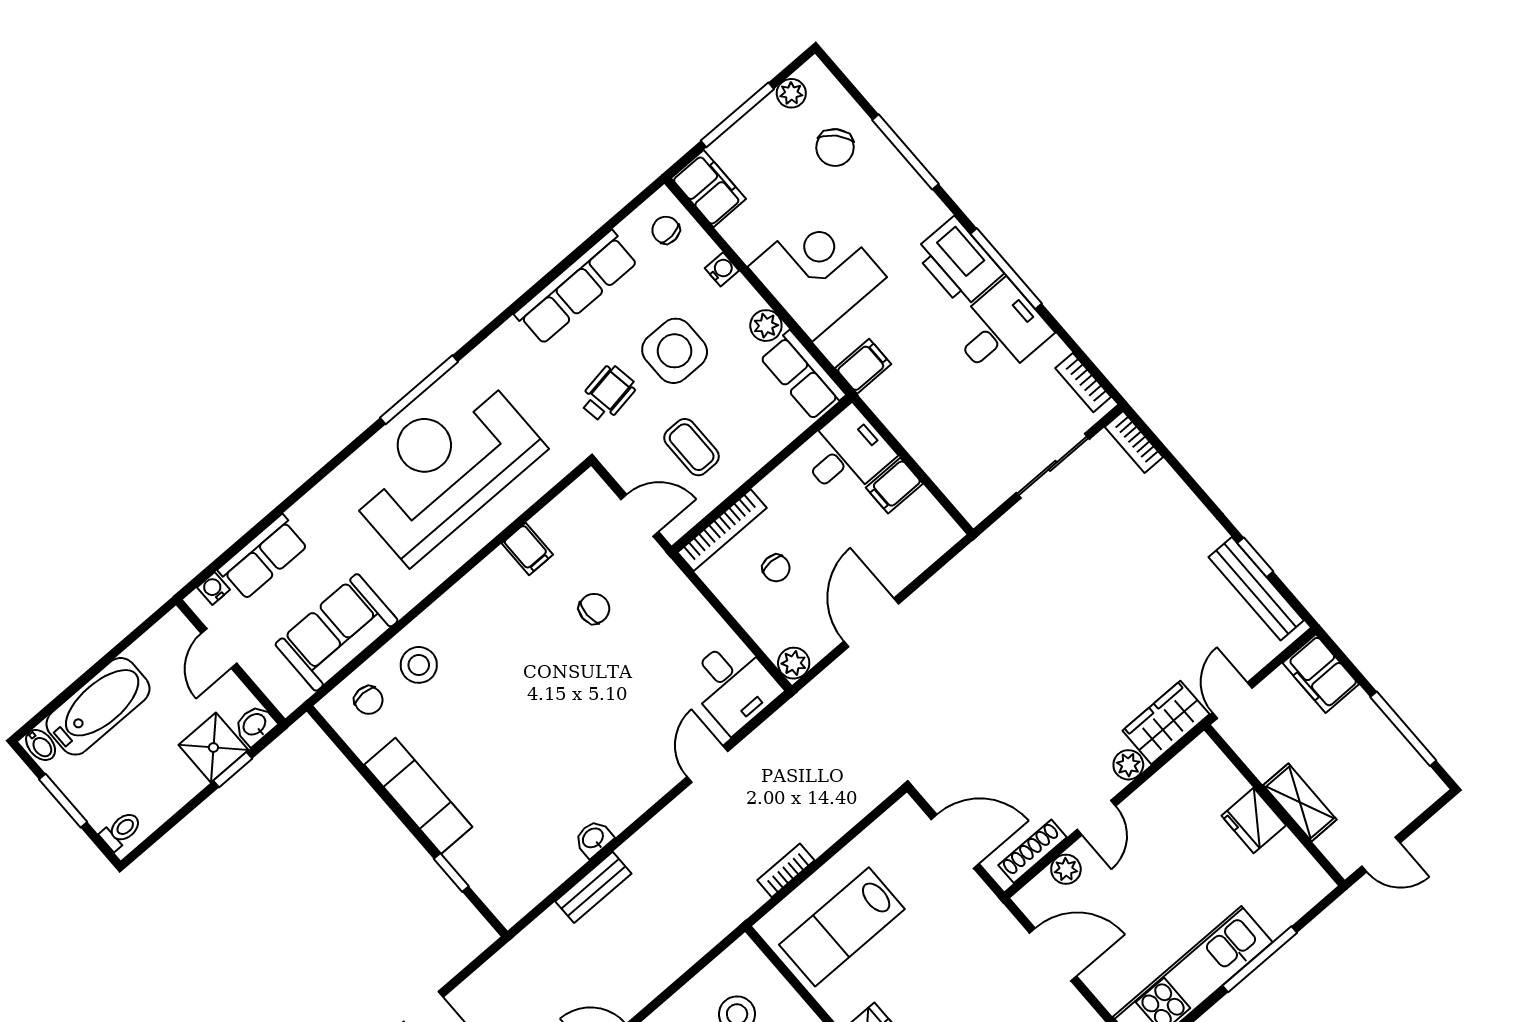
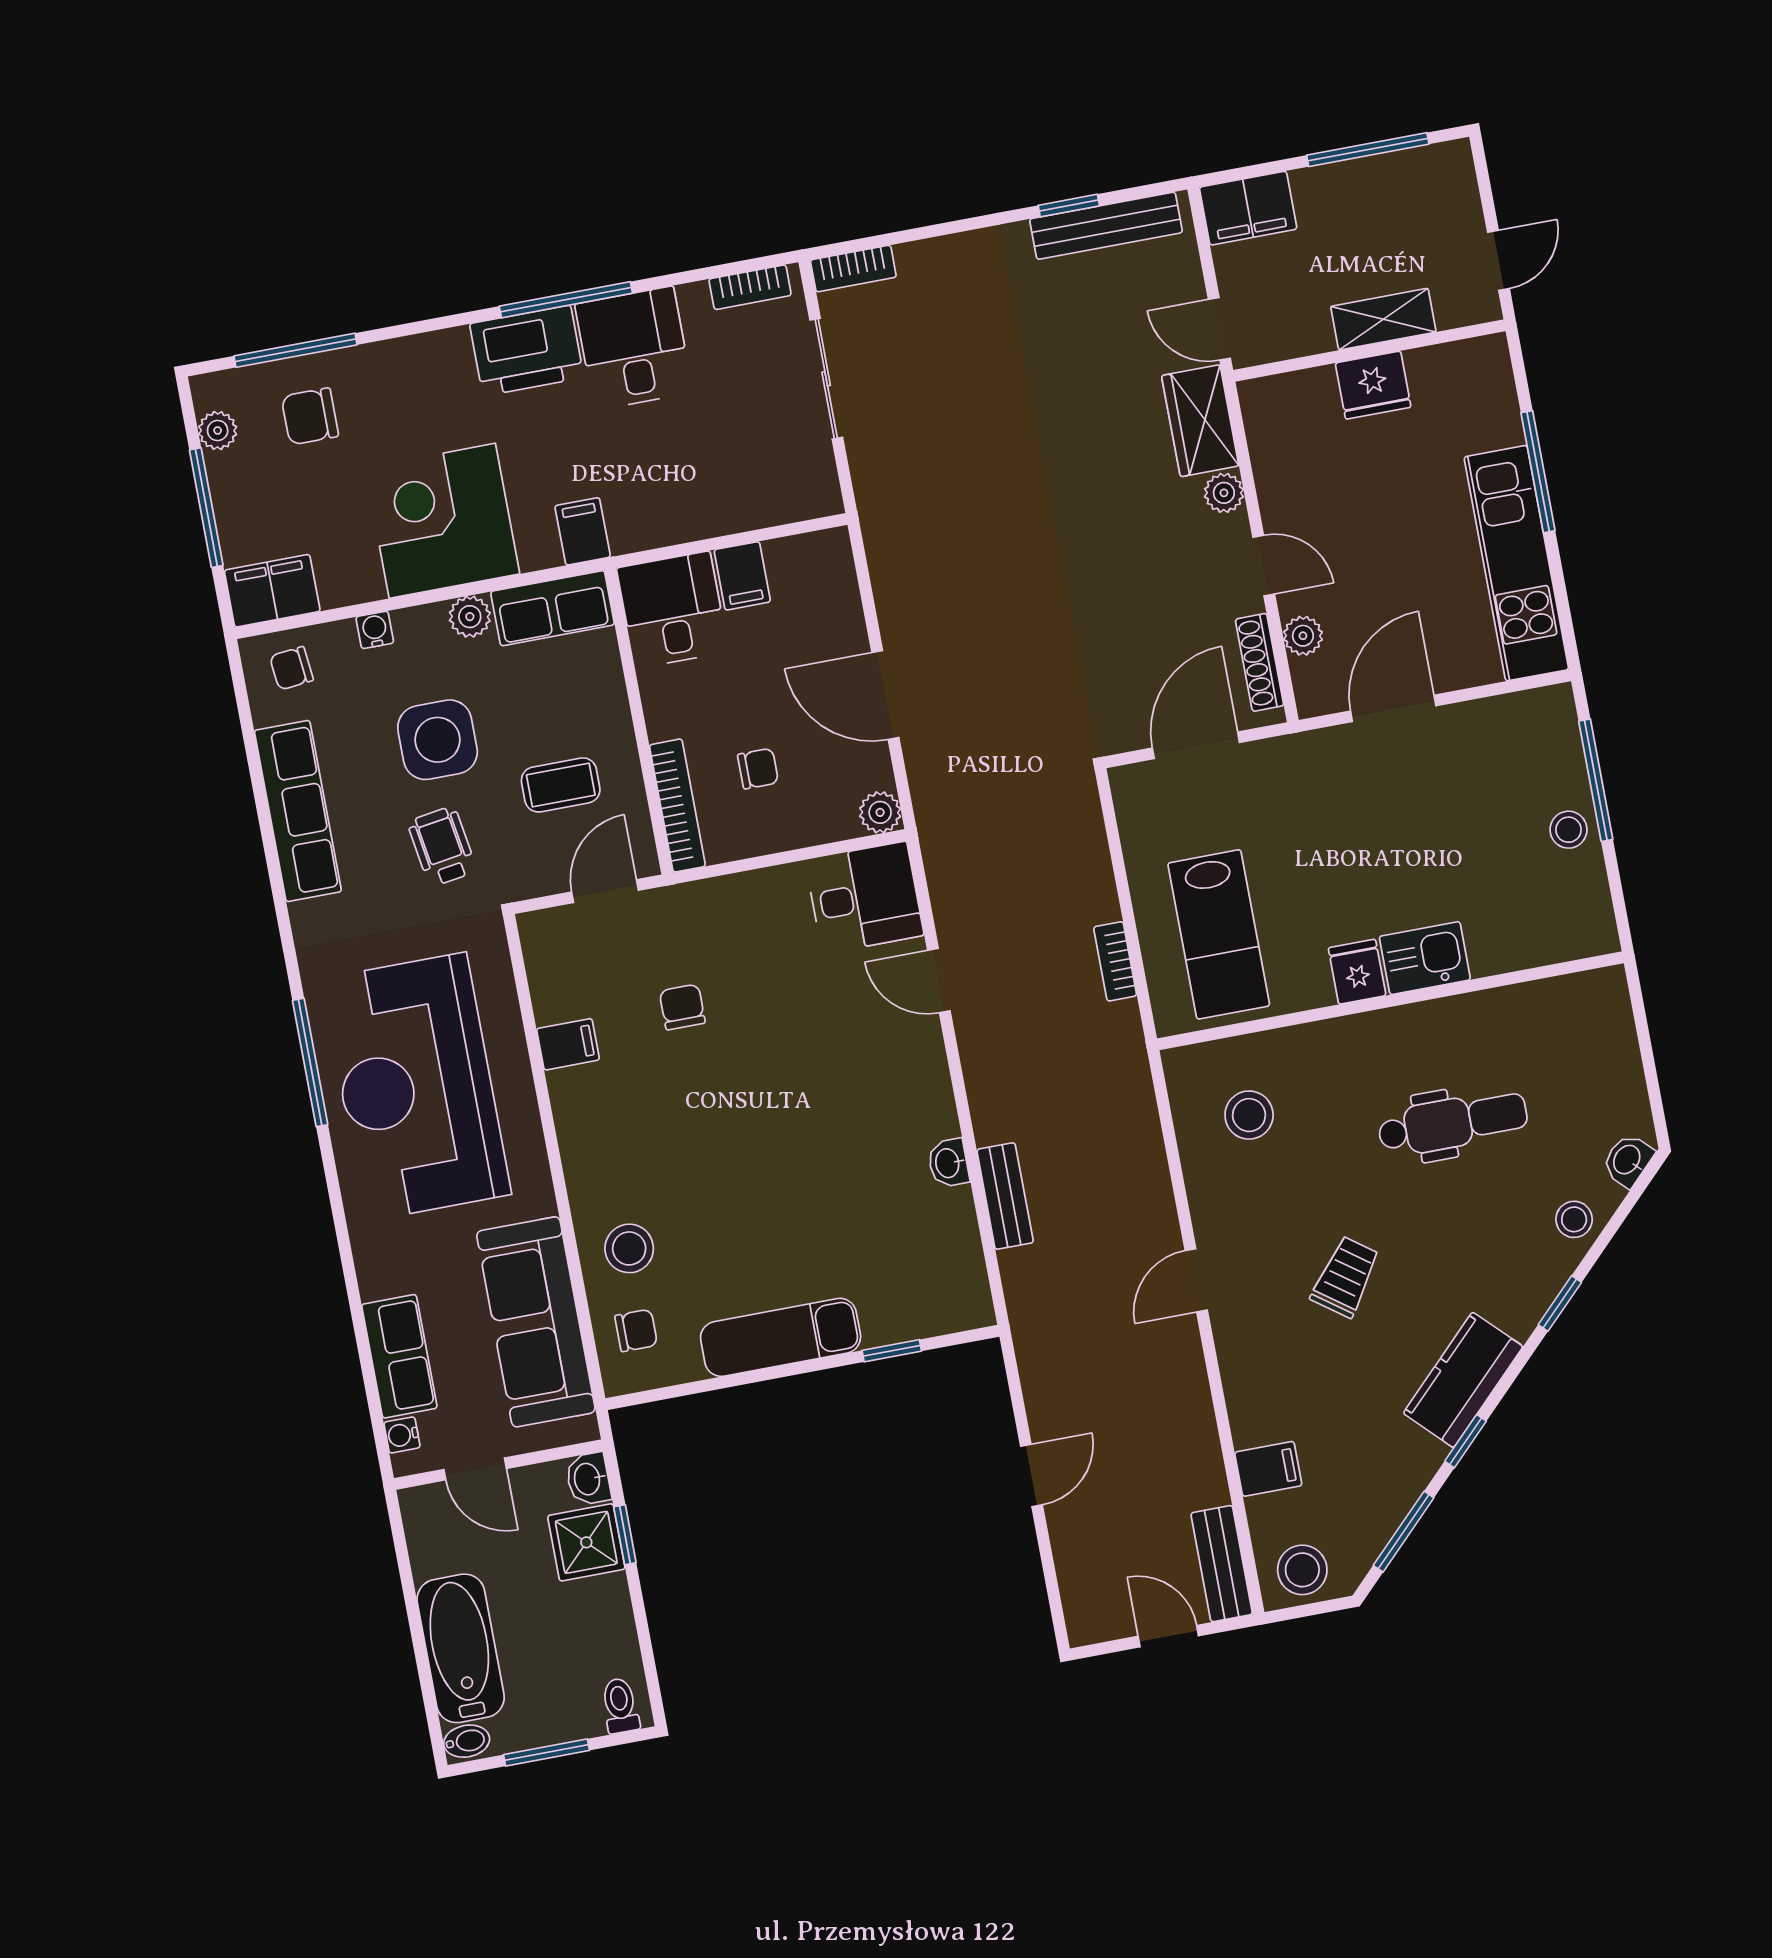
chair: (835, 147) -> (310, 416), turned 133
window: (905, 152) -> (296, 350), moved
sofa: (336, 632) -> (536, 1322), width x1.36

